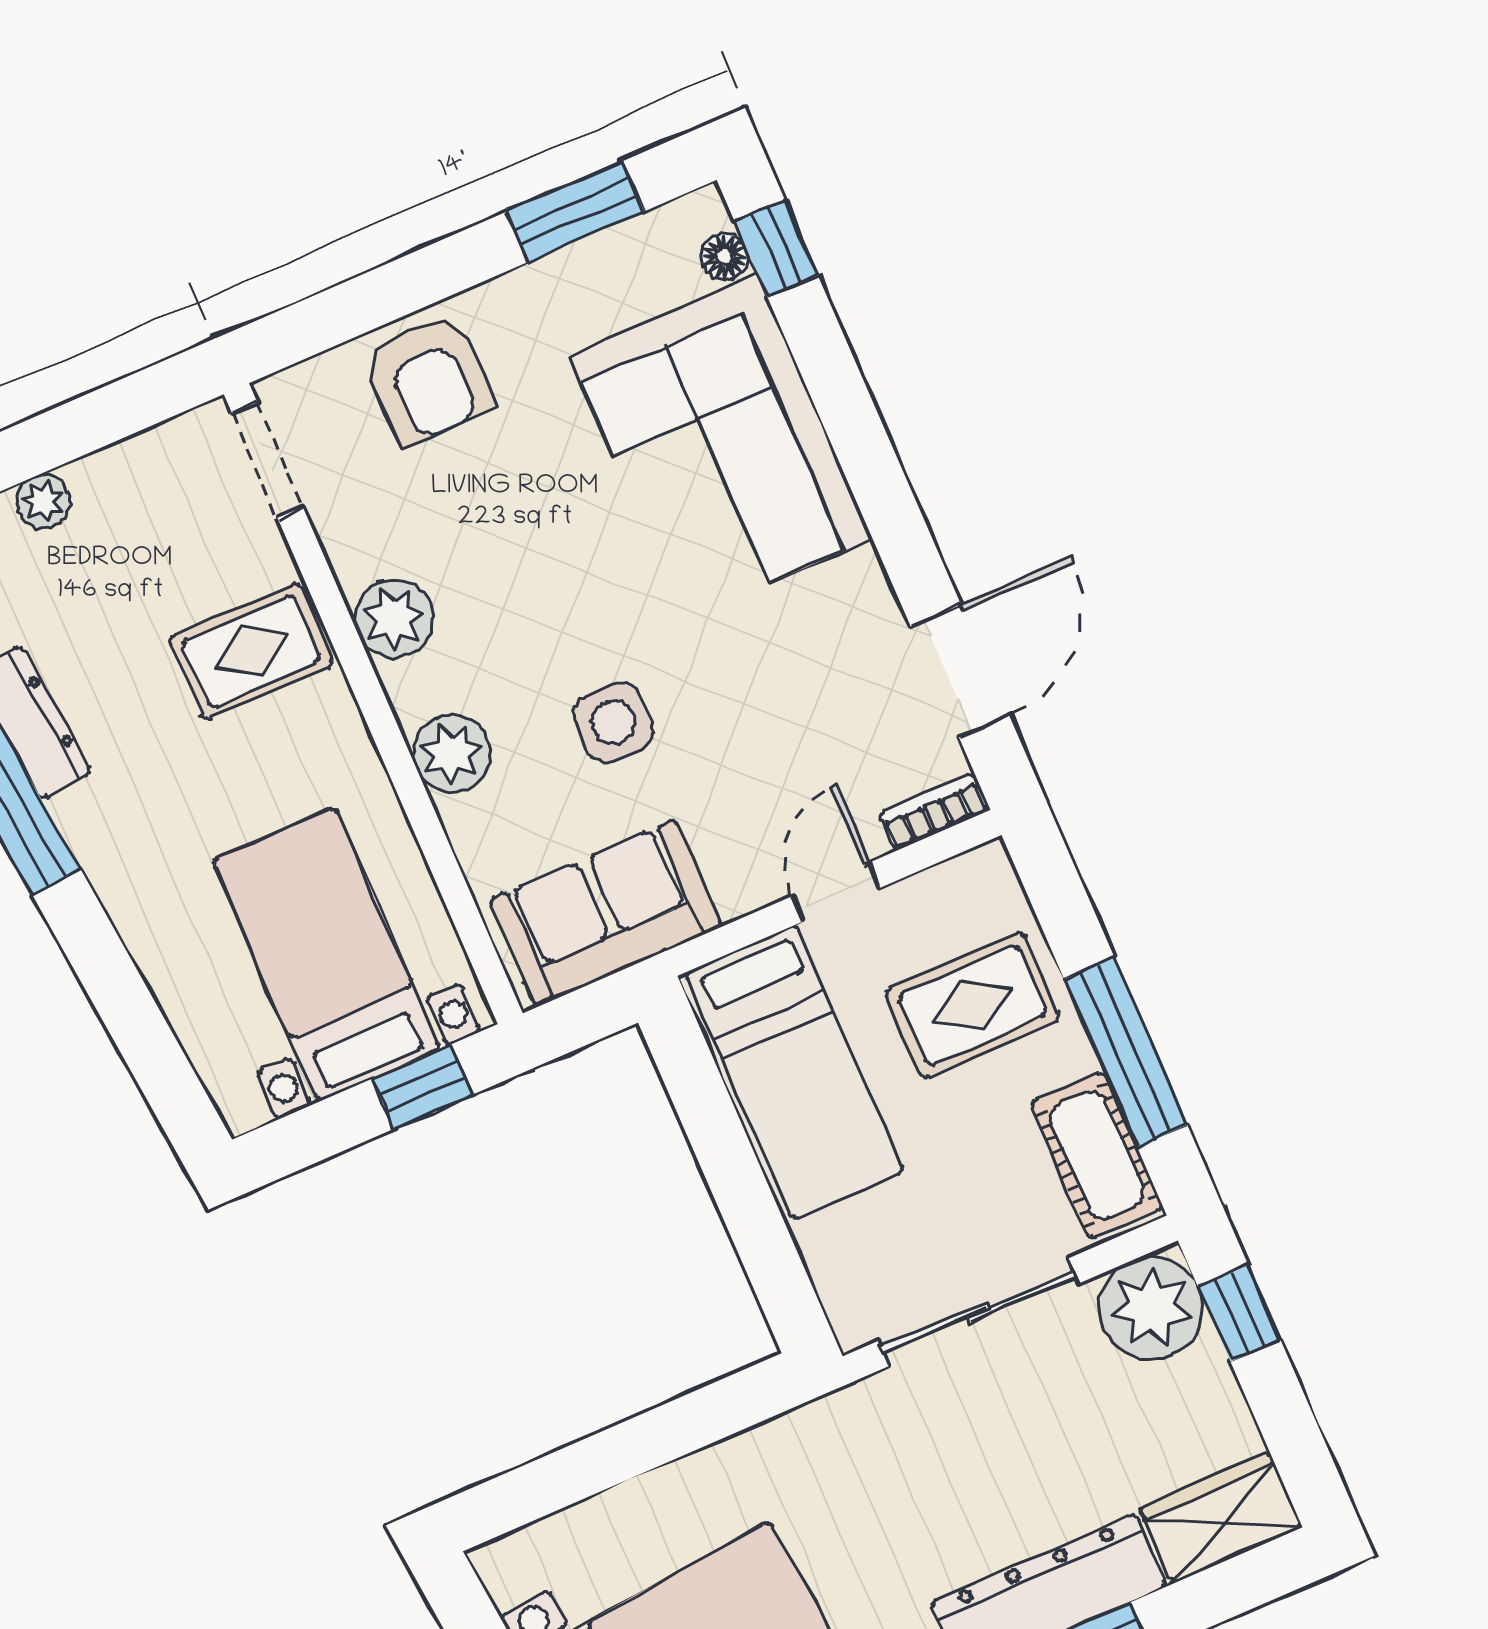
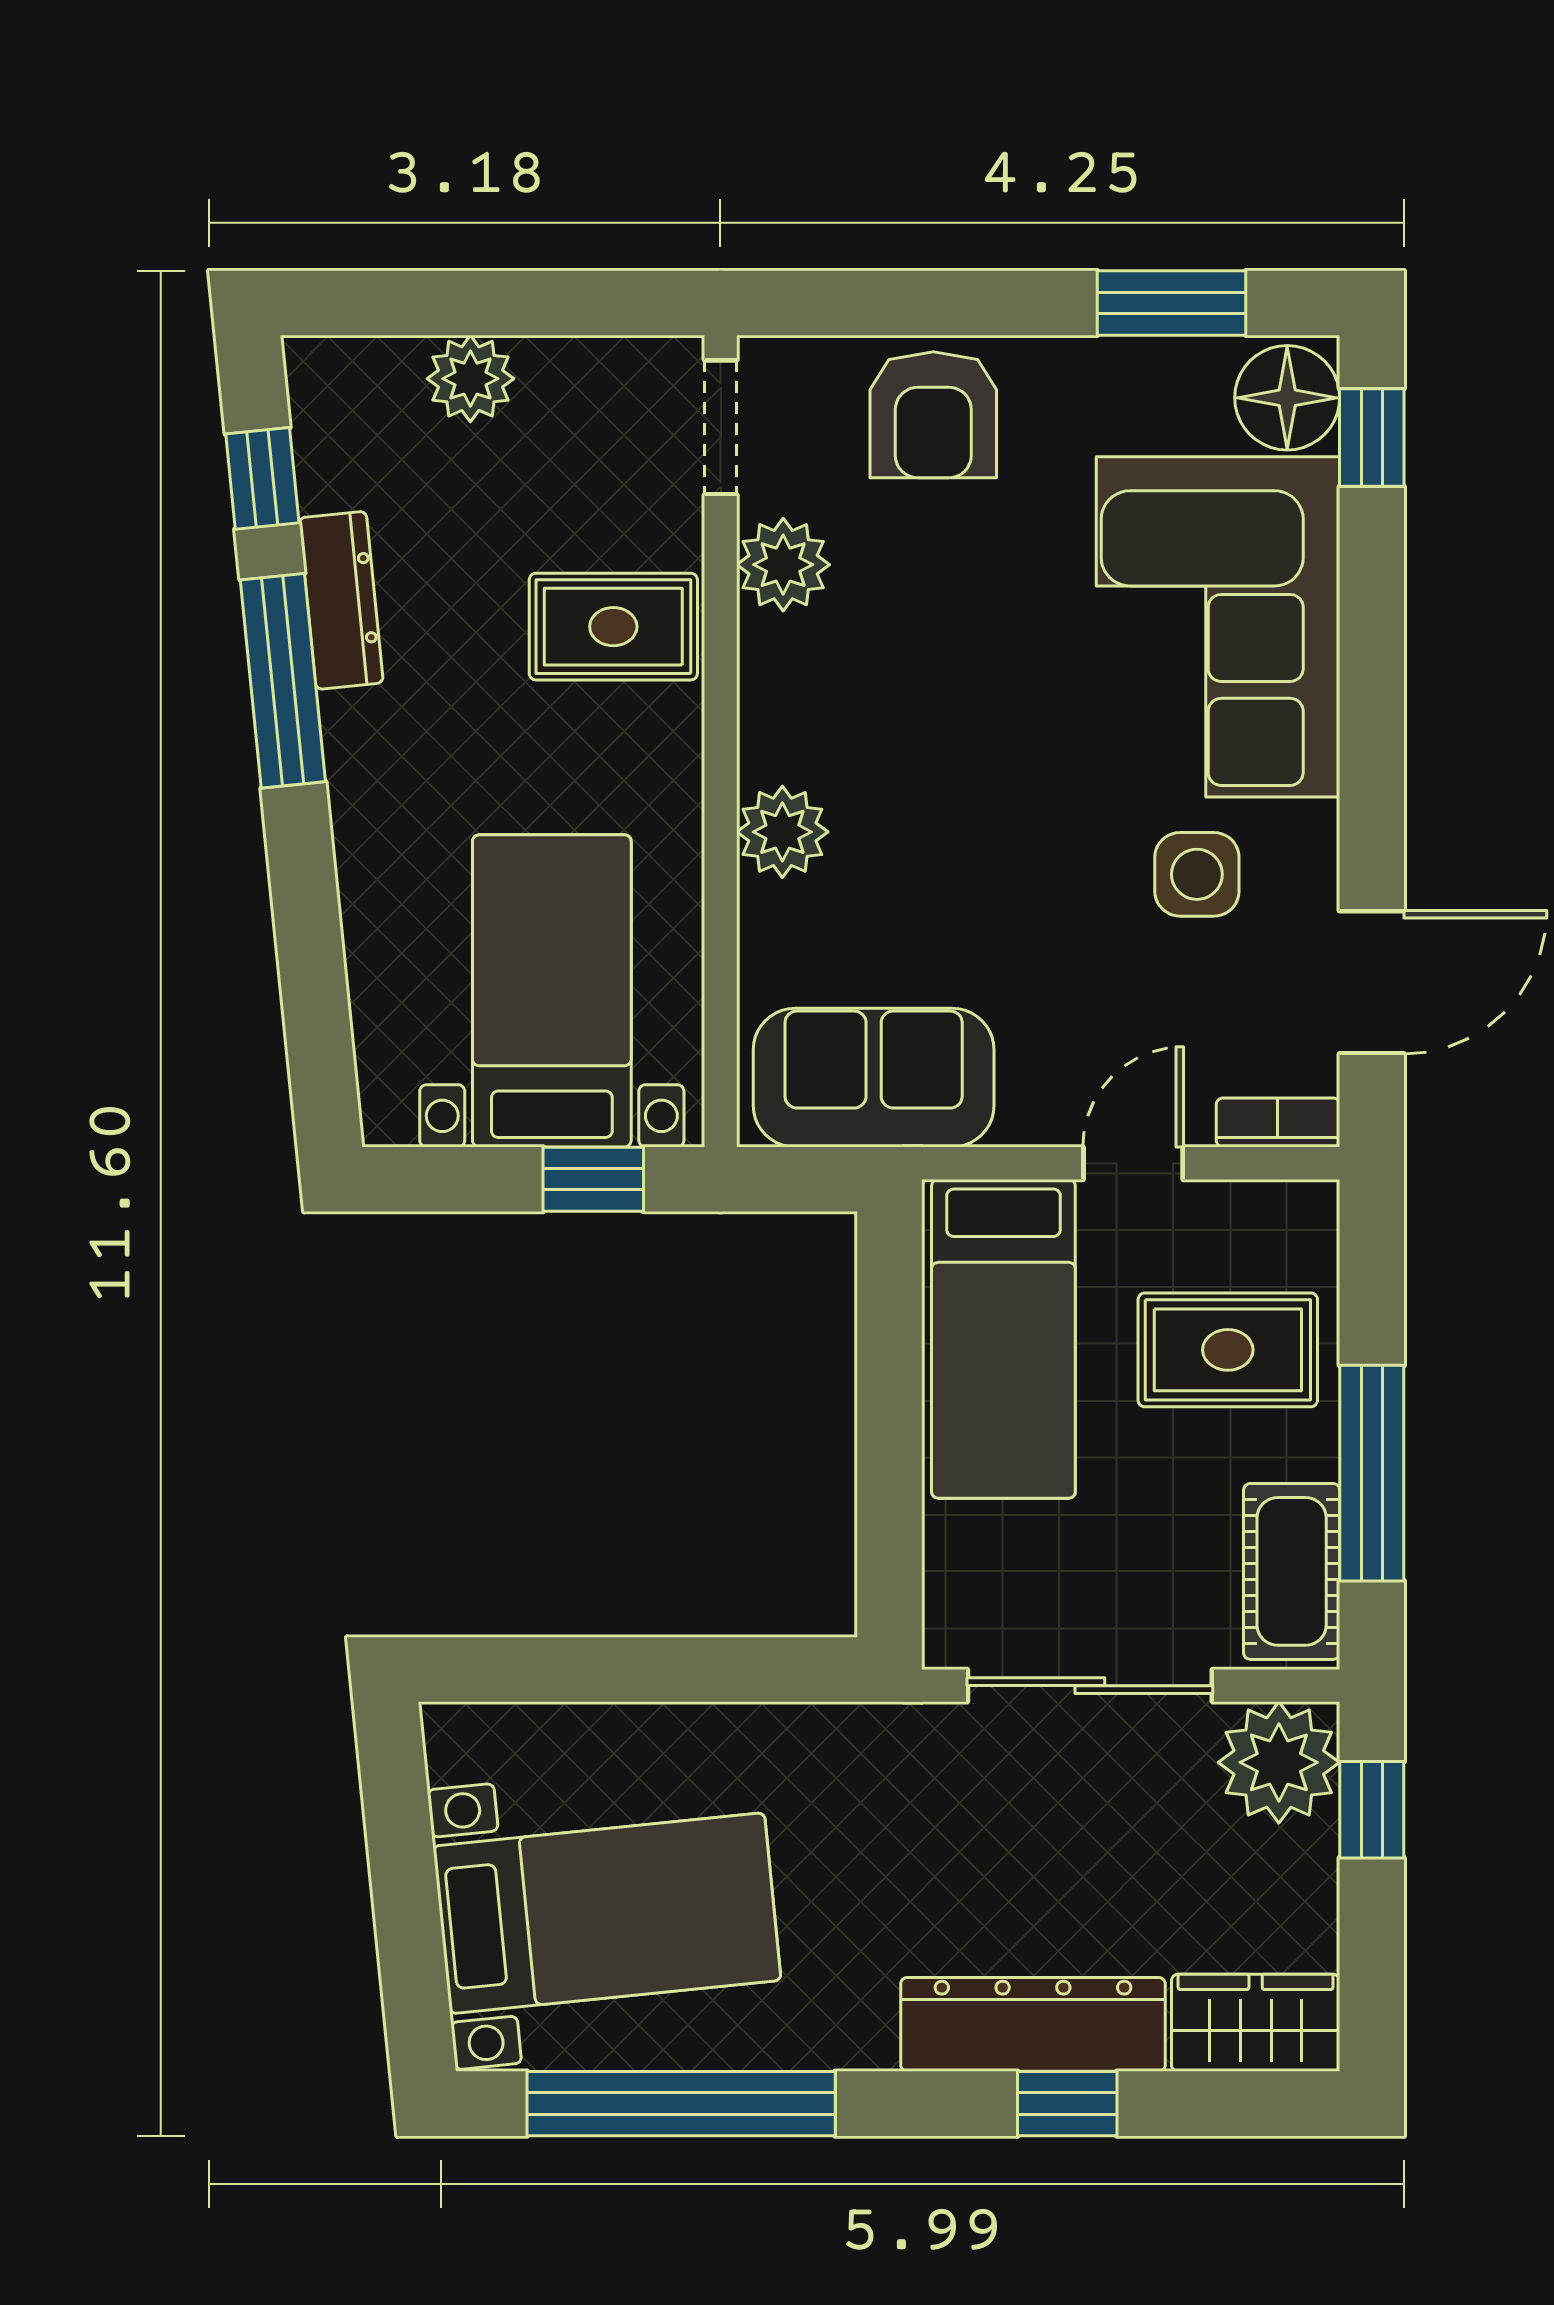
floor lamp: (725, 257) -> (1287, 398), width x1.89, depth x1.89
plant: (44, 502) -> (470, 379), width x1.38, depth x1.38
plant: (394, 619) -> (783, 565), moved
side table: (613, 722) -> (1197, 874), moved

